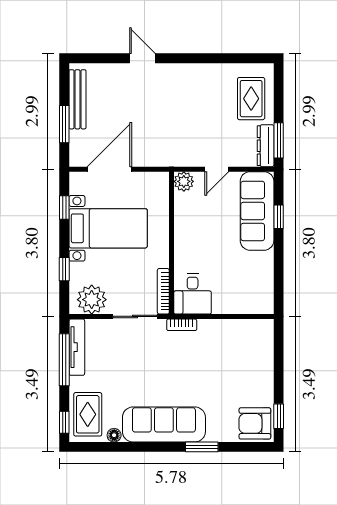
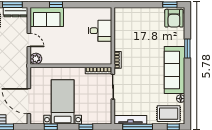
sofa: (257, 211) -> (47, 17), width x0.73
desk: (193, 294) -> (100, 31), moved
plant: (92, 300) -> (103, 111), removed

